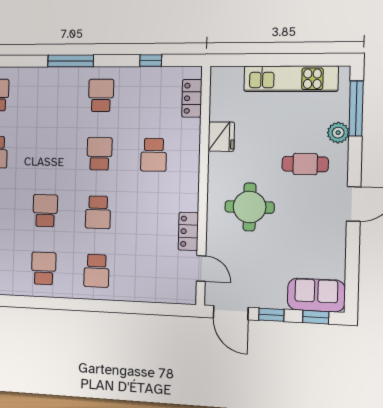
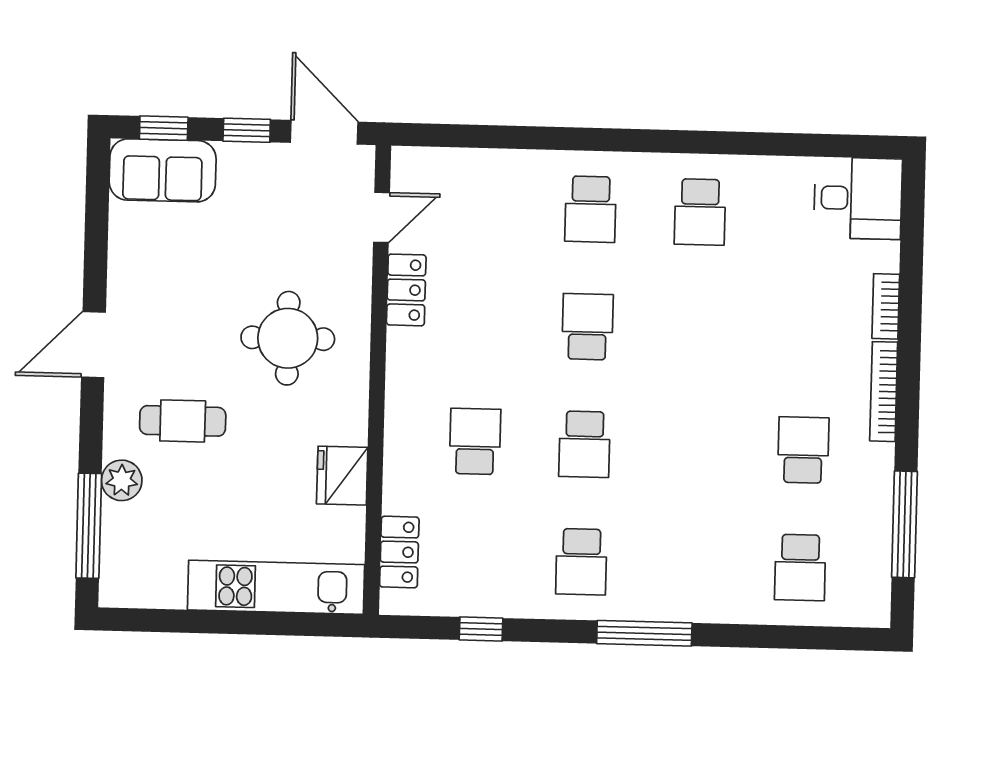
kitchen unit: (291, 79) -> (276, 587), moved
school desk: (45, 211) -> (697, 330), removed
door: (201, 268) -> (382, 217), swing flipped
school desk: (96, 271) -> (591, 209), turned 180

